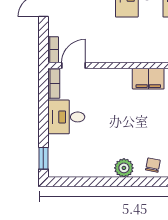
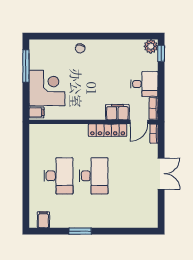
locker: (116, 54) -> (108, 130), added
filing cabinet: (148, 79) -> (117, 112), moved
plant: (124, 168) -> (151, 46), moved

